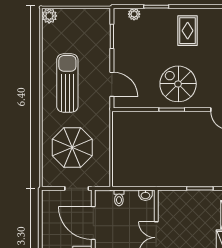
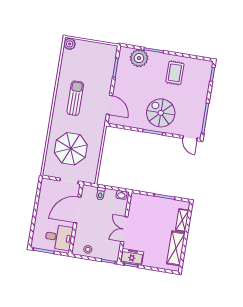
plant: (134, 14) -> (139, 58), width x1.88, depth x1.88
sun lounger: (67, 83) -> (75, 98), width x0.73, depth x0.75
door: (93, 223) -> (77, 210), hinge flipped

